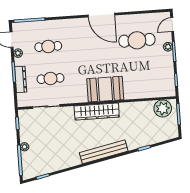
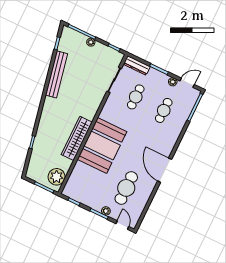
door: (101, 15) -> (165, 170), hinge flipped
dresser: (21, 79) -> (137, 65), moved
booth: (105, 89) -> (102, 145), width x1.36, depth x1.42
wardrobe: (97, 112) -> (77, 138), moved
bench: (104, 152) -> (57, 74), moved

